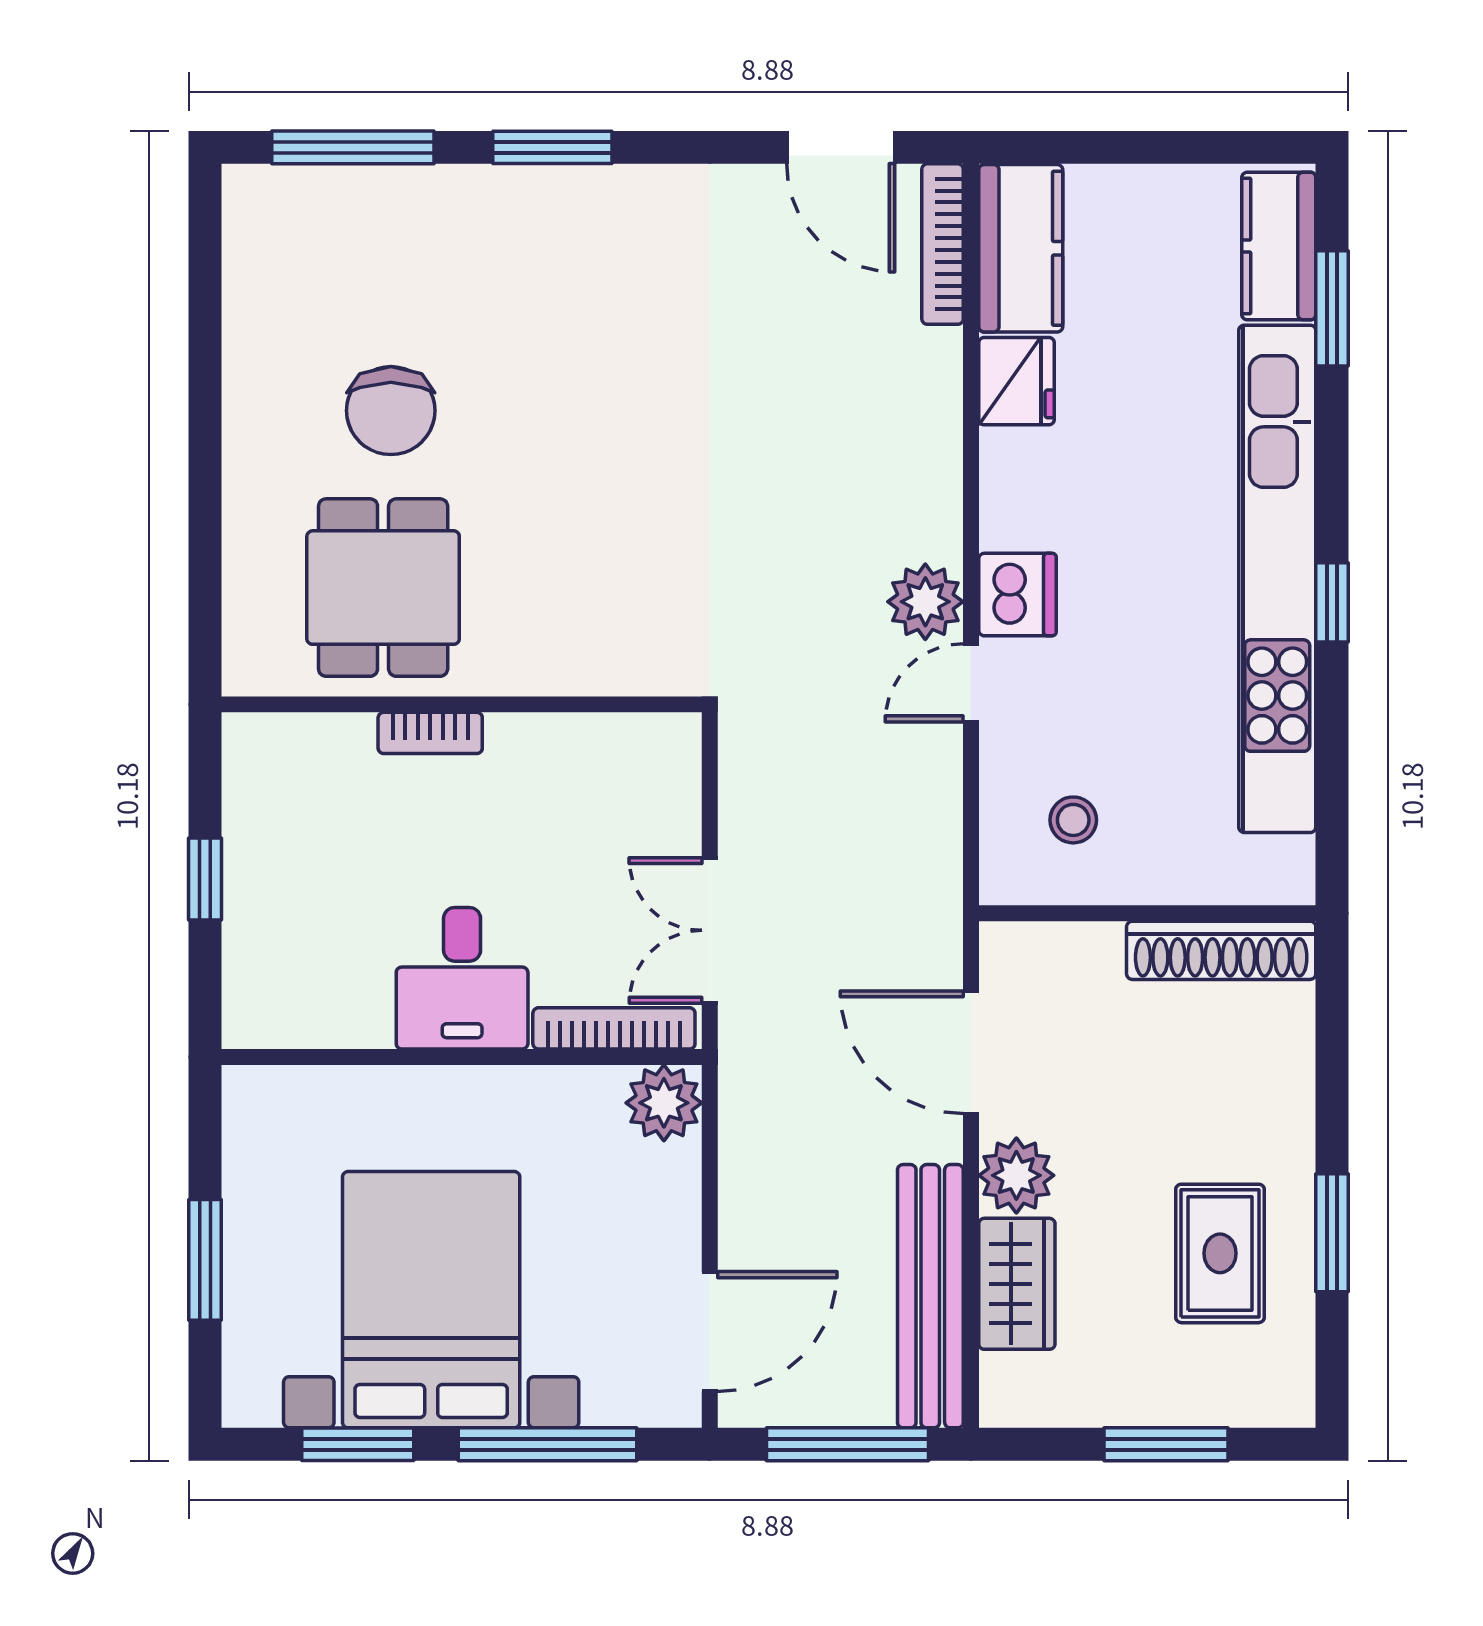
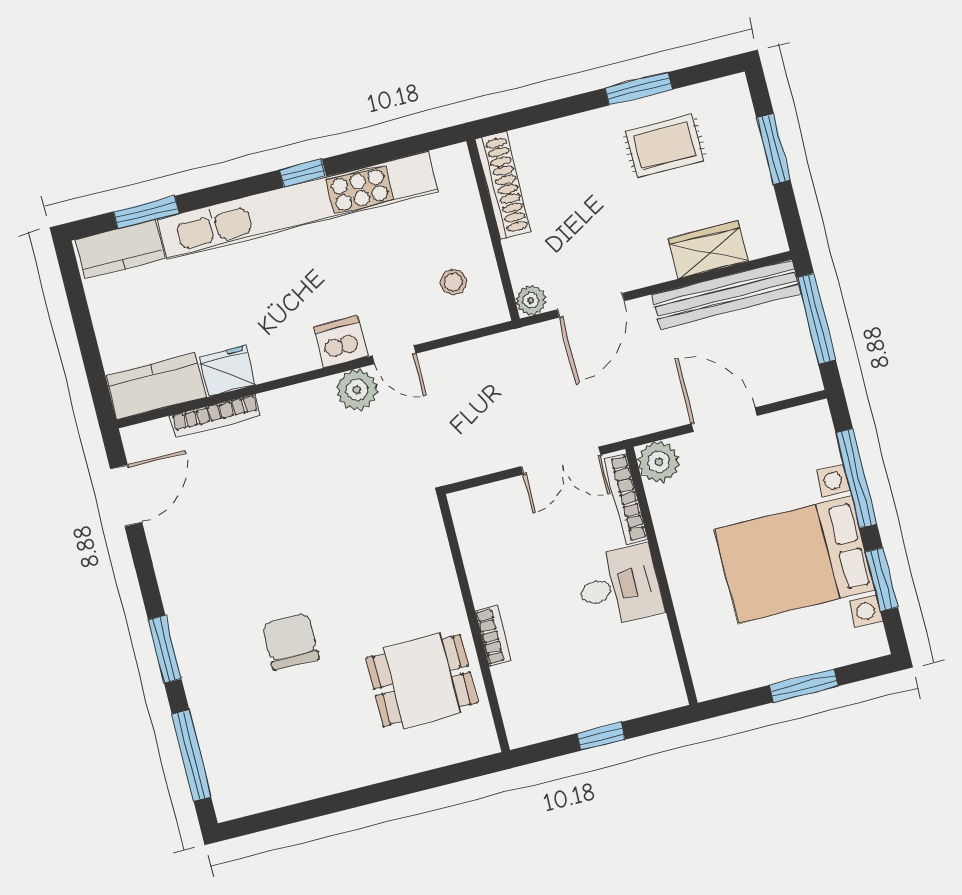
bookcase: (943, 244) -> (215, 416), moved
chair: (391, 411) -> (291, 641), moved, turned -90
plant: (1016, 1175) -> (531, 300), moved, width x0.73, depth x0.73
door: (710, 1332) -> (724, 420), moved

